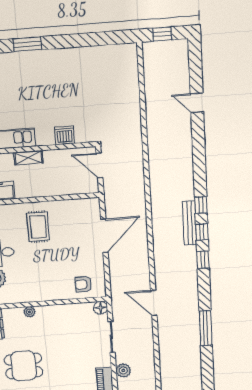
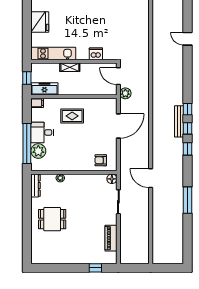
rug: (38, 227) -> (72, 116), turned 90
plant: (123, 371) -> (125, 93), moved

